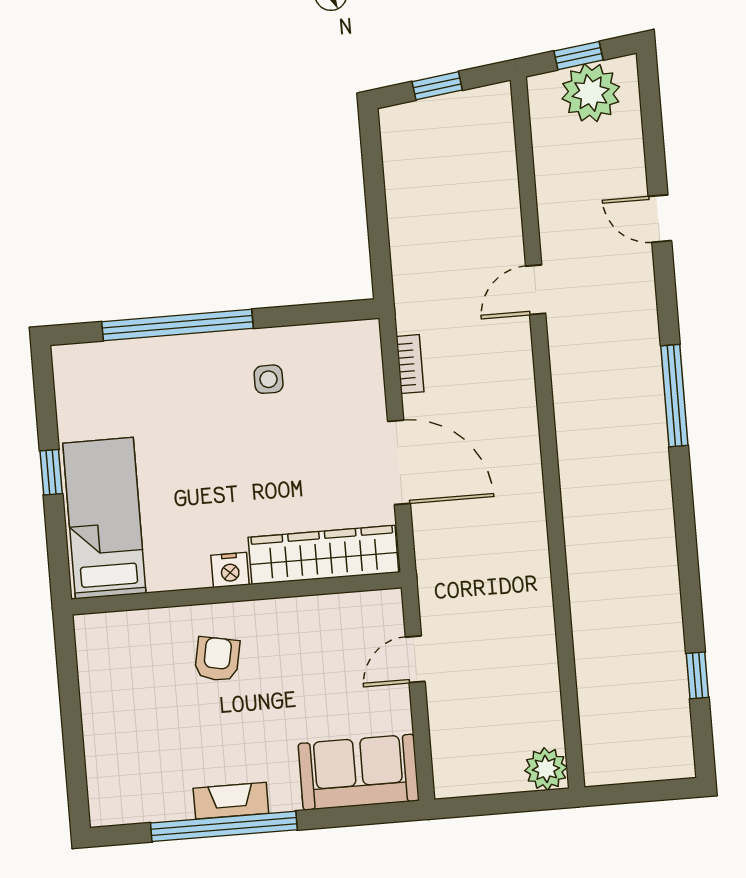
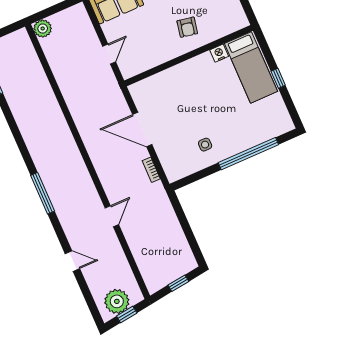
wardrobe: (323, 555) -> (160, 83), removed
nightstand: (230, 570) -> (219, 53), moved

